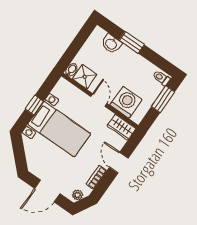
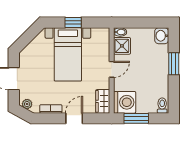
washbasin: (111, 44) -> (162, 36), moved
window: (163, 99) -> (136, 118), moved
washing machine: (126, 102) -> (125, 102), moved

